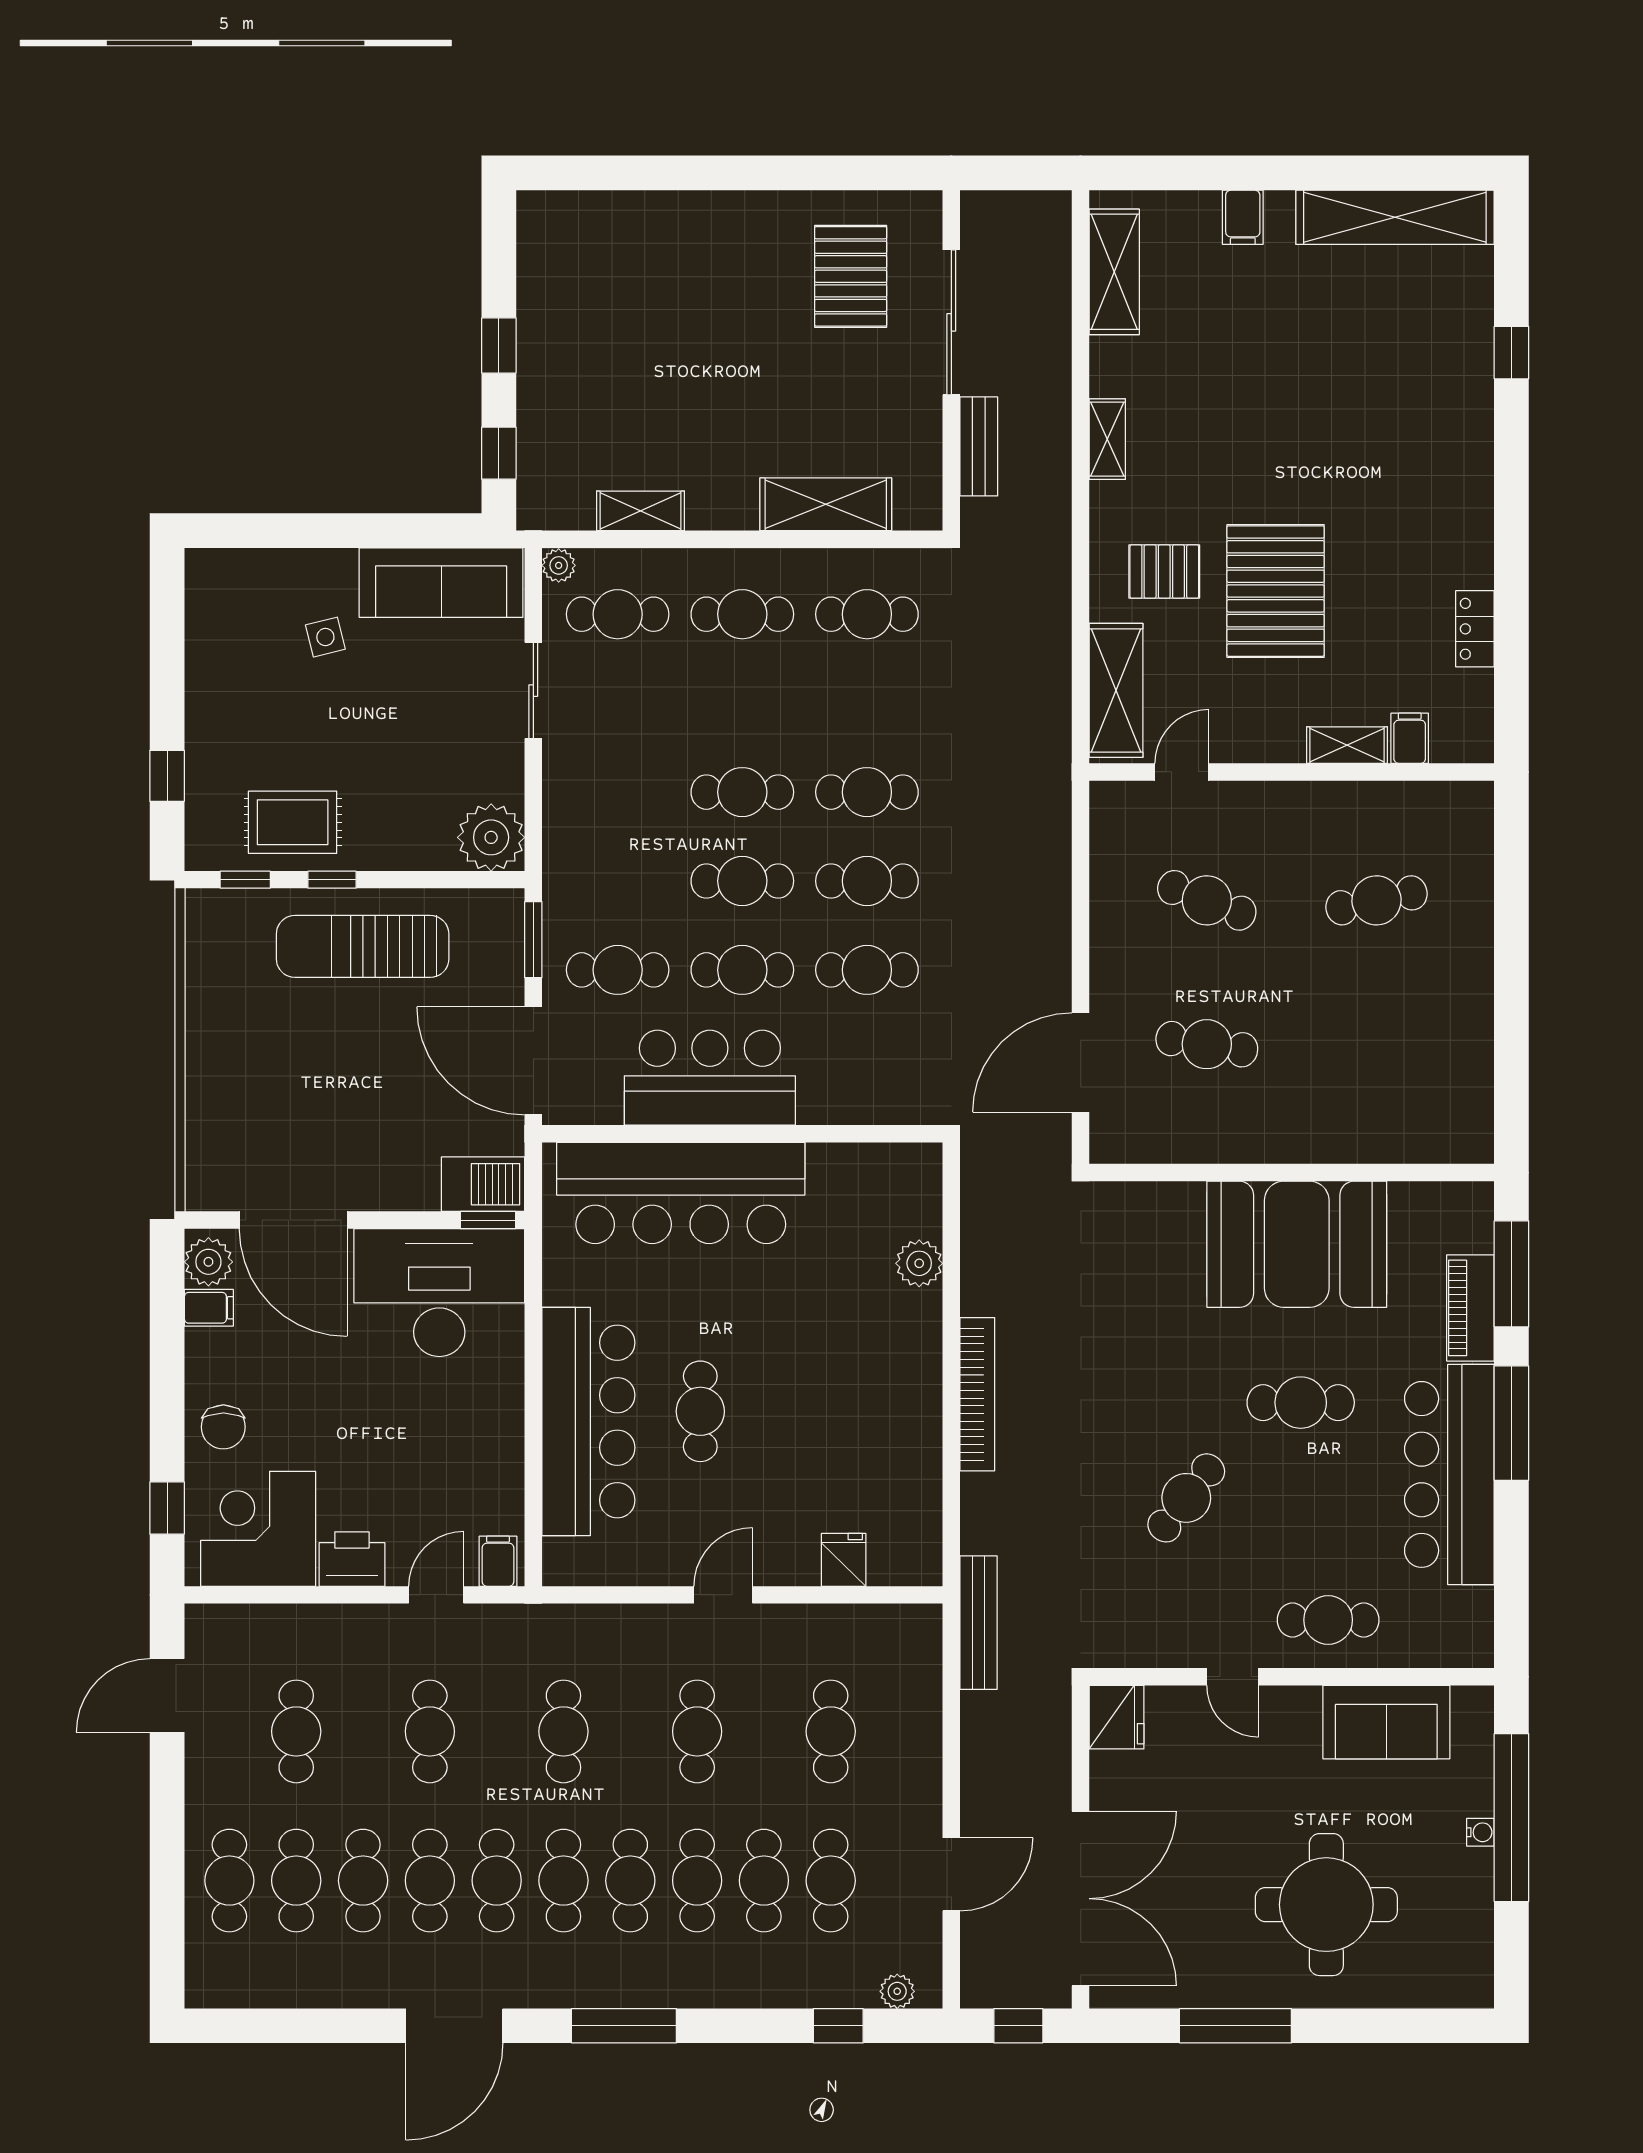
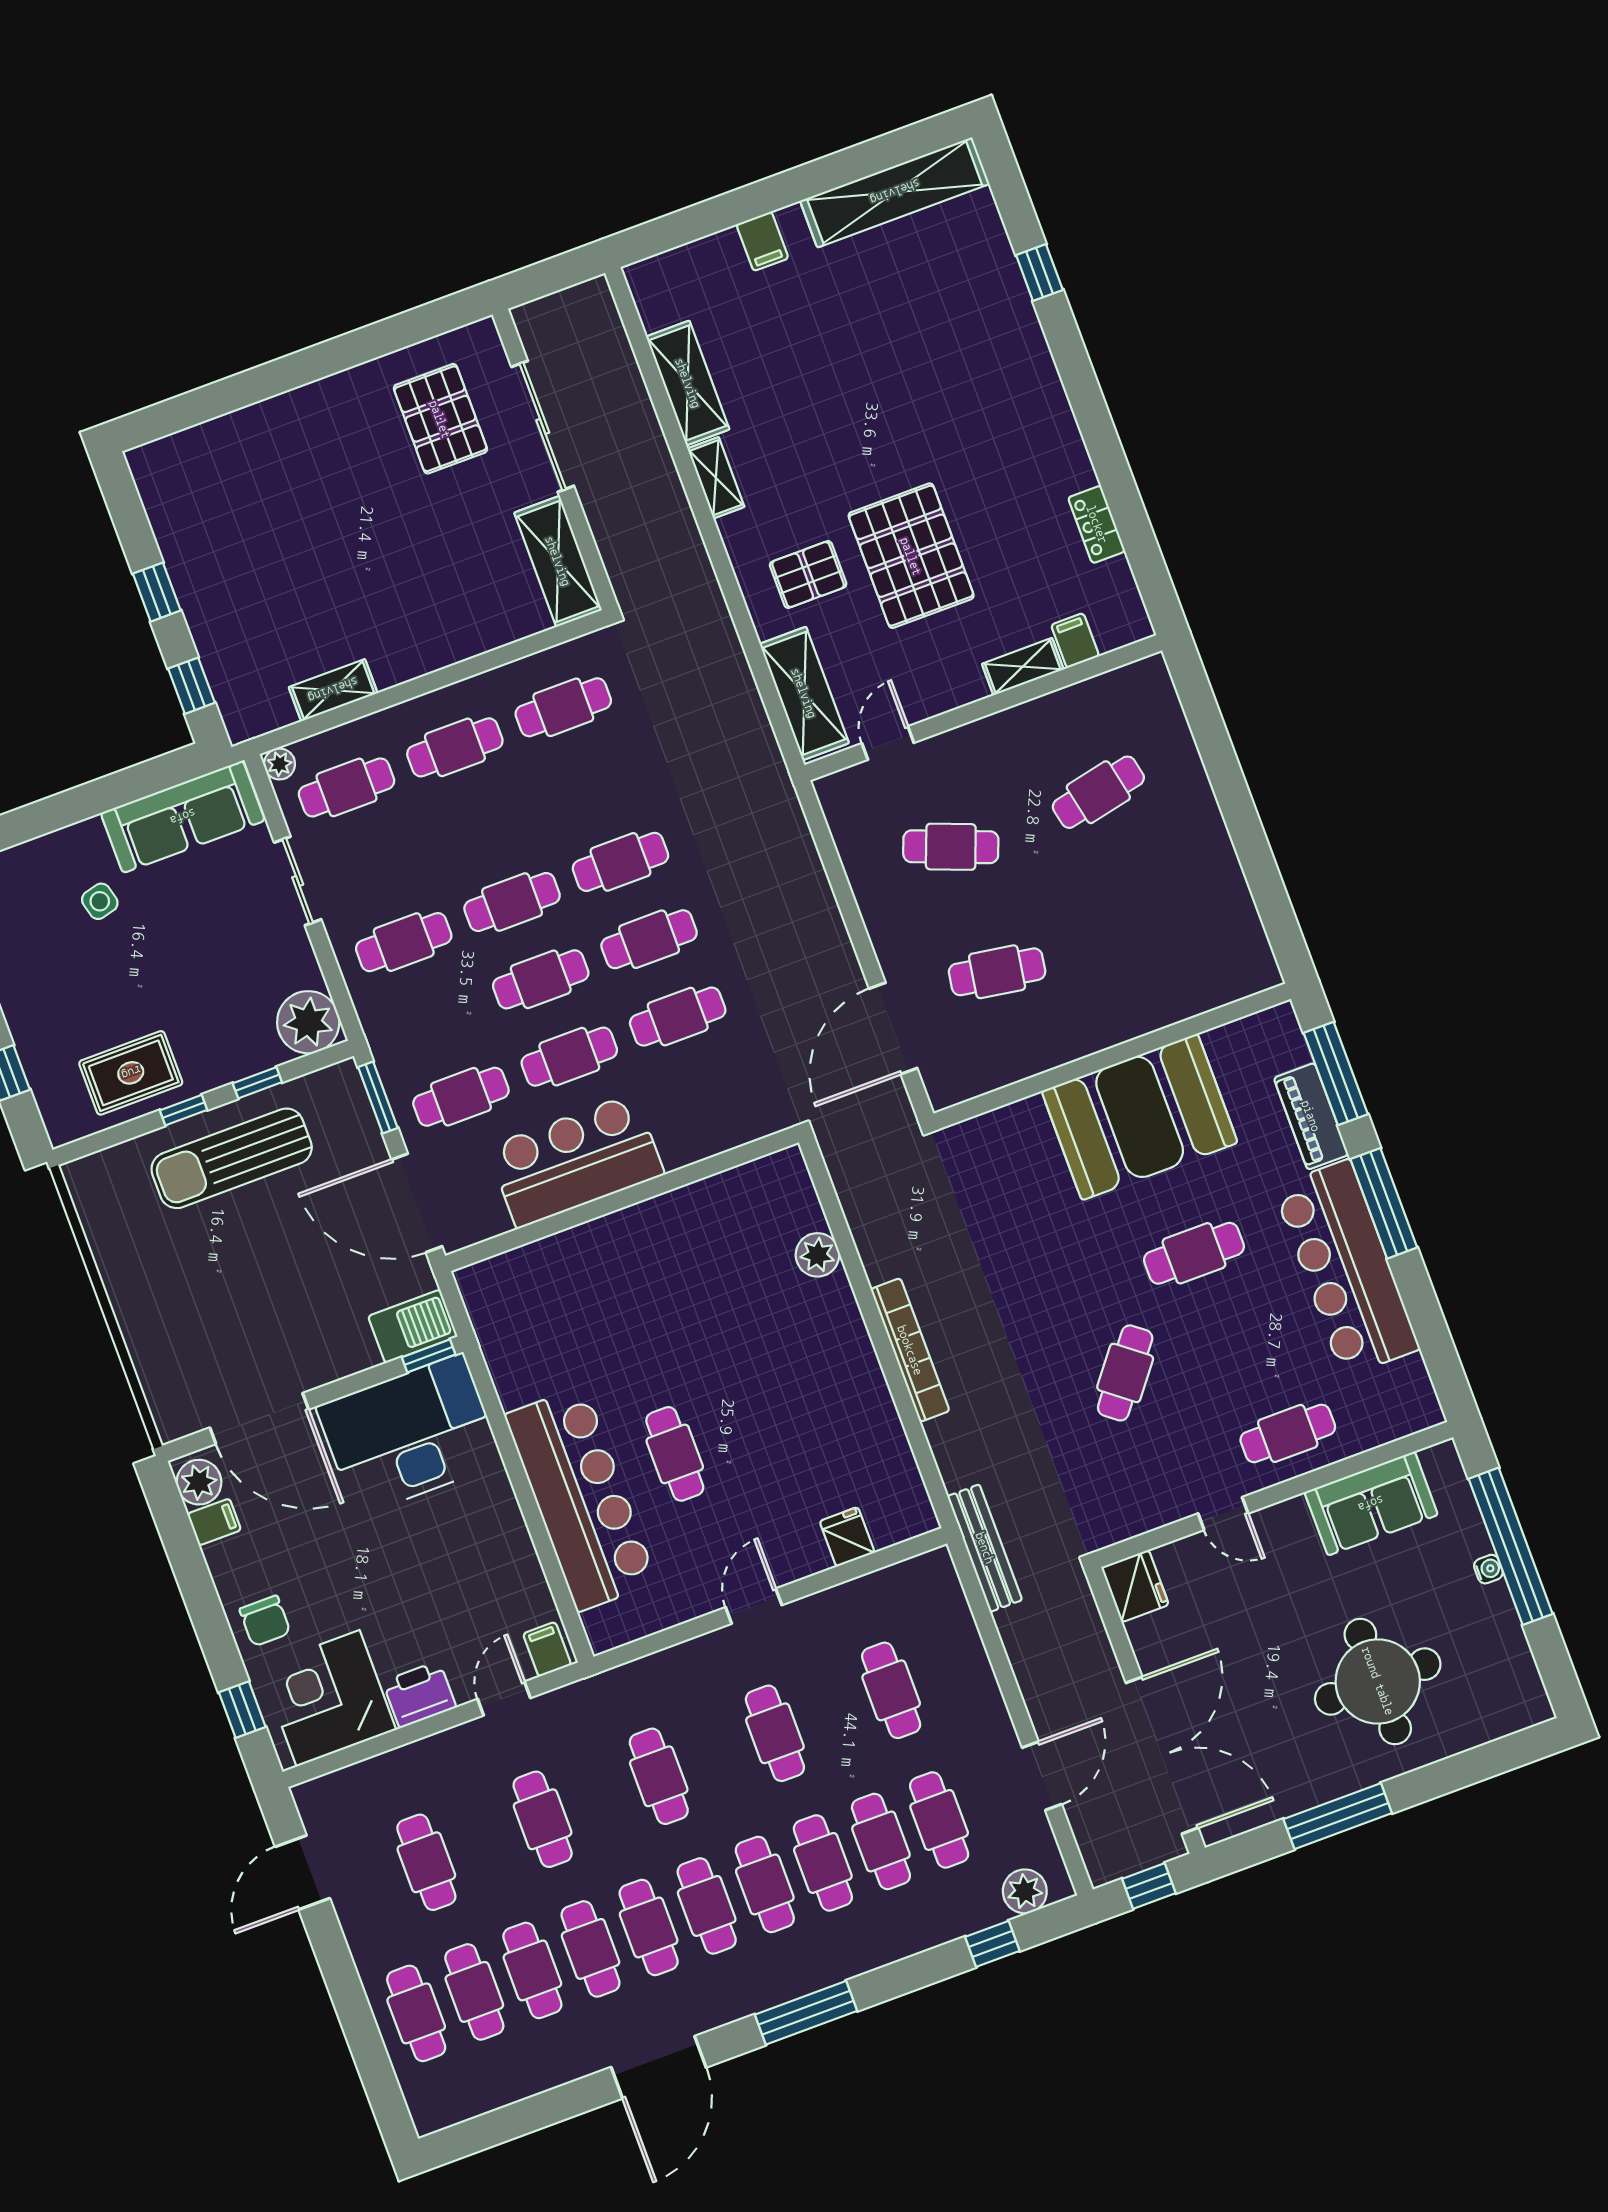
shelving: (1114, 272) -> (688, 383), moved
bench: (979, 446) -> (607, 525), removed
shelving: (826, 504) -> (558, 561), moved, turned 90
cafe table: (618, 792) -> (404, 942), added
window: (245, 880) -> (257, 1083), moved
bar counter: (681, 1193) -> (587, 1270), removed
plant: (897, 1991) -> (1025, 1891), width x1.38, depth x1.38

